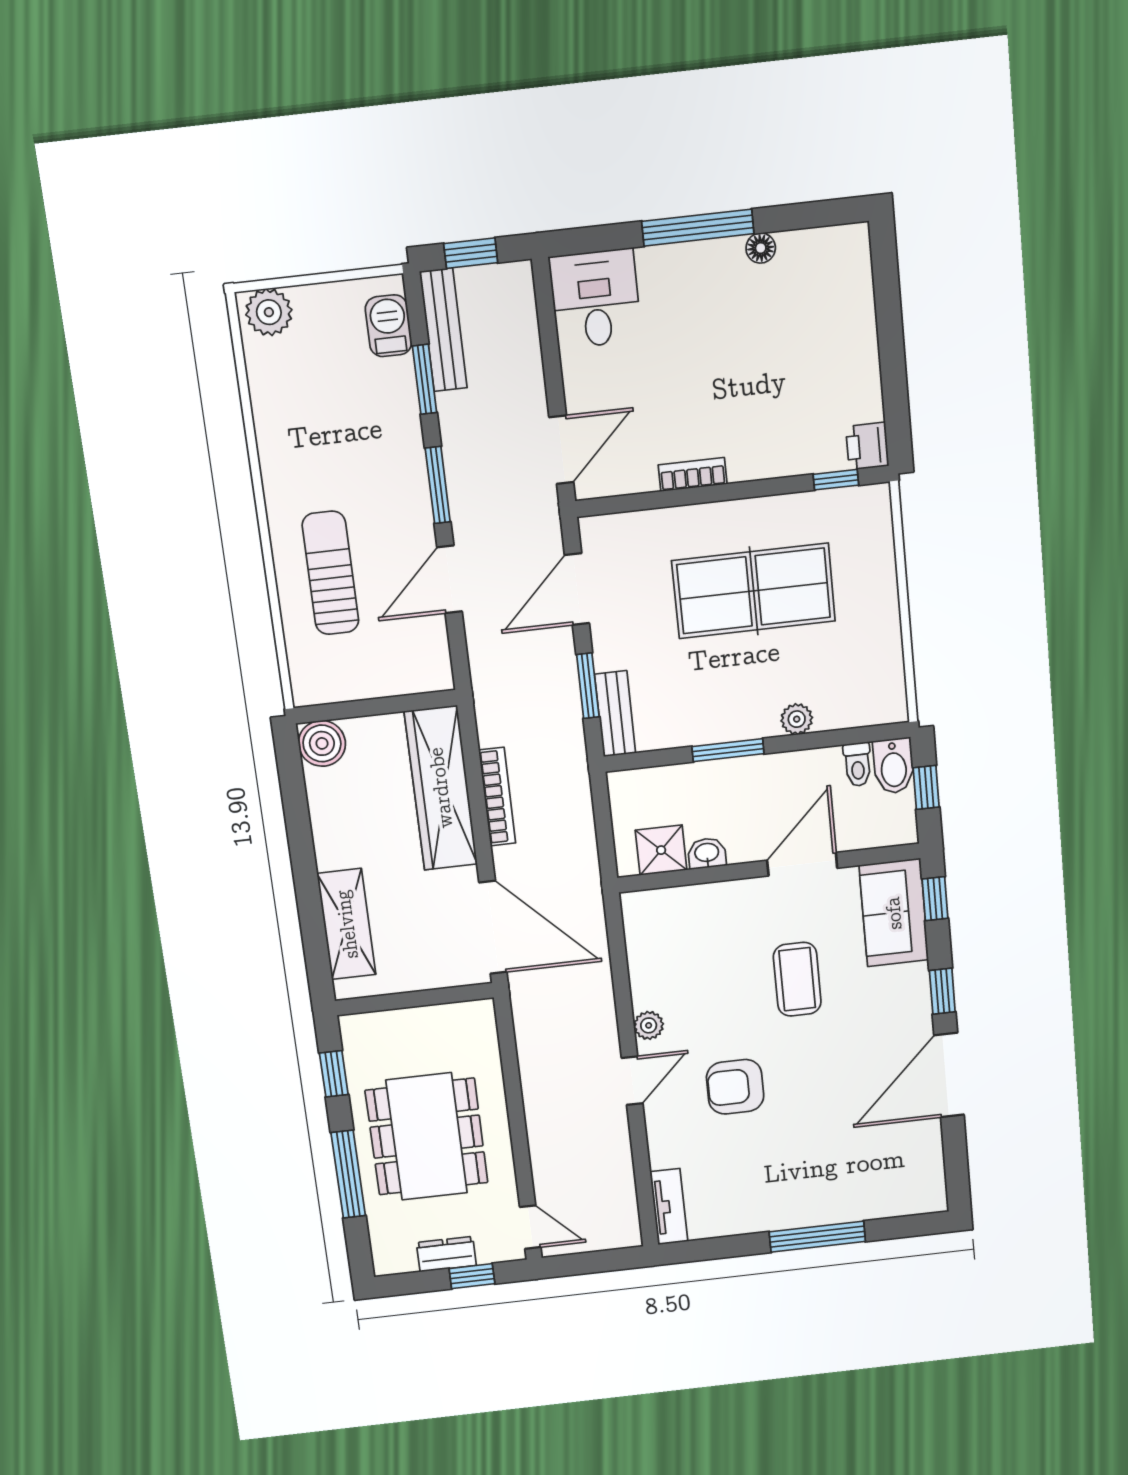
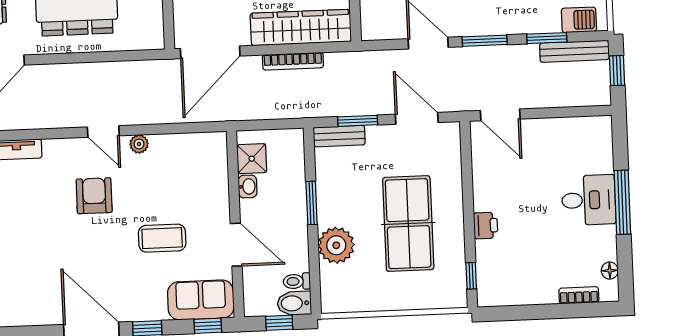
floor lamp: (761, 248) -> (610, 271), moved
desk: (595, 299) -> (589, 200), moved
printer: (867, 446) -> (486, 226), moved, turned 90
bookcase: (693, 475) -> (579, 295), moved, turned -90
plant: (797, 719) -> (336, 245), width x1.87, depth x1.87

